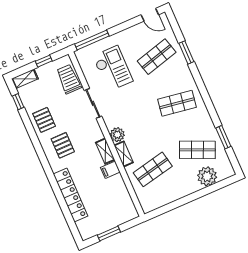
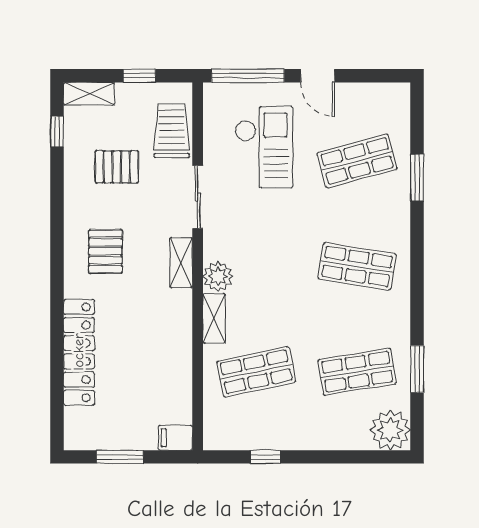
door: (150, 15) -> (318, 76), moved
pallet: (44, 120) -> (117, 167), moved, turned 90
shop shelf: (197, 150) -> (357, 372), turned -33
shelving: (105, 151) -> (181, 263), moved
filing cabinet: (110, 170) -> (175, 438), moved
plant: (207, 176) -> (390, 430), moved
window: (173, 205) -> (265, 457), added

